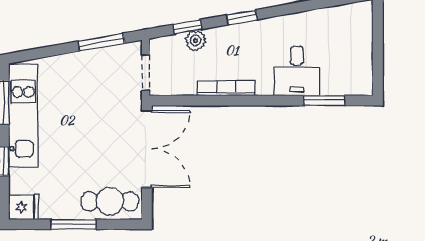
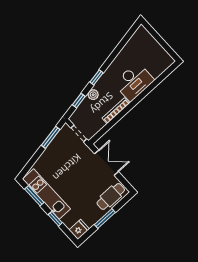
plant: (196, 40) -> (93, 95), moved
desk: (297, 71) -> (134, 82), width x1.37
window: (325, 101) -> (159, 80), removed
double door: (147, 149) -> (106, 163), width x0.73

